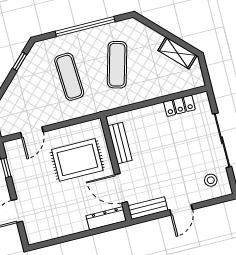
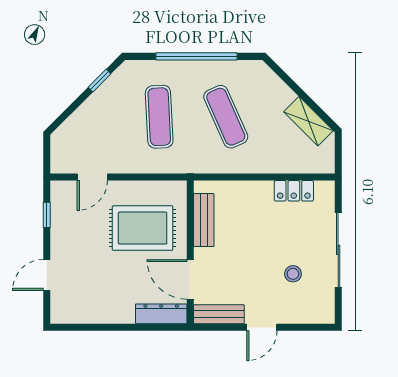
exercise mat: (117, 65) -> (226, 117), turned -39
stool: (211, 180) -> (293, 274), moved

